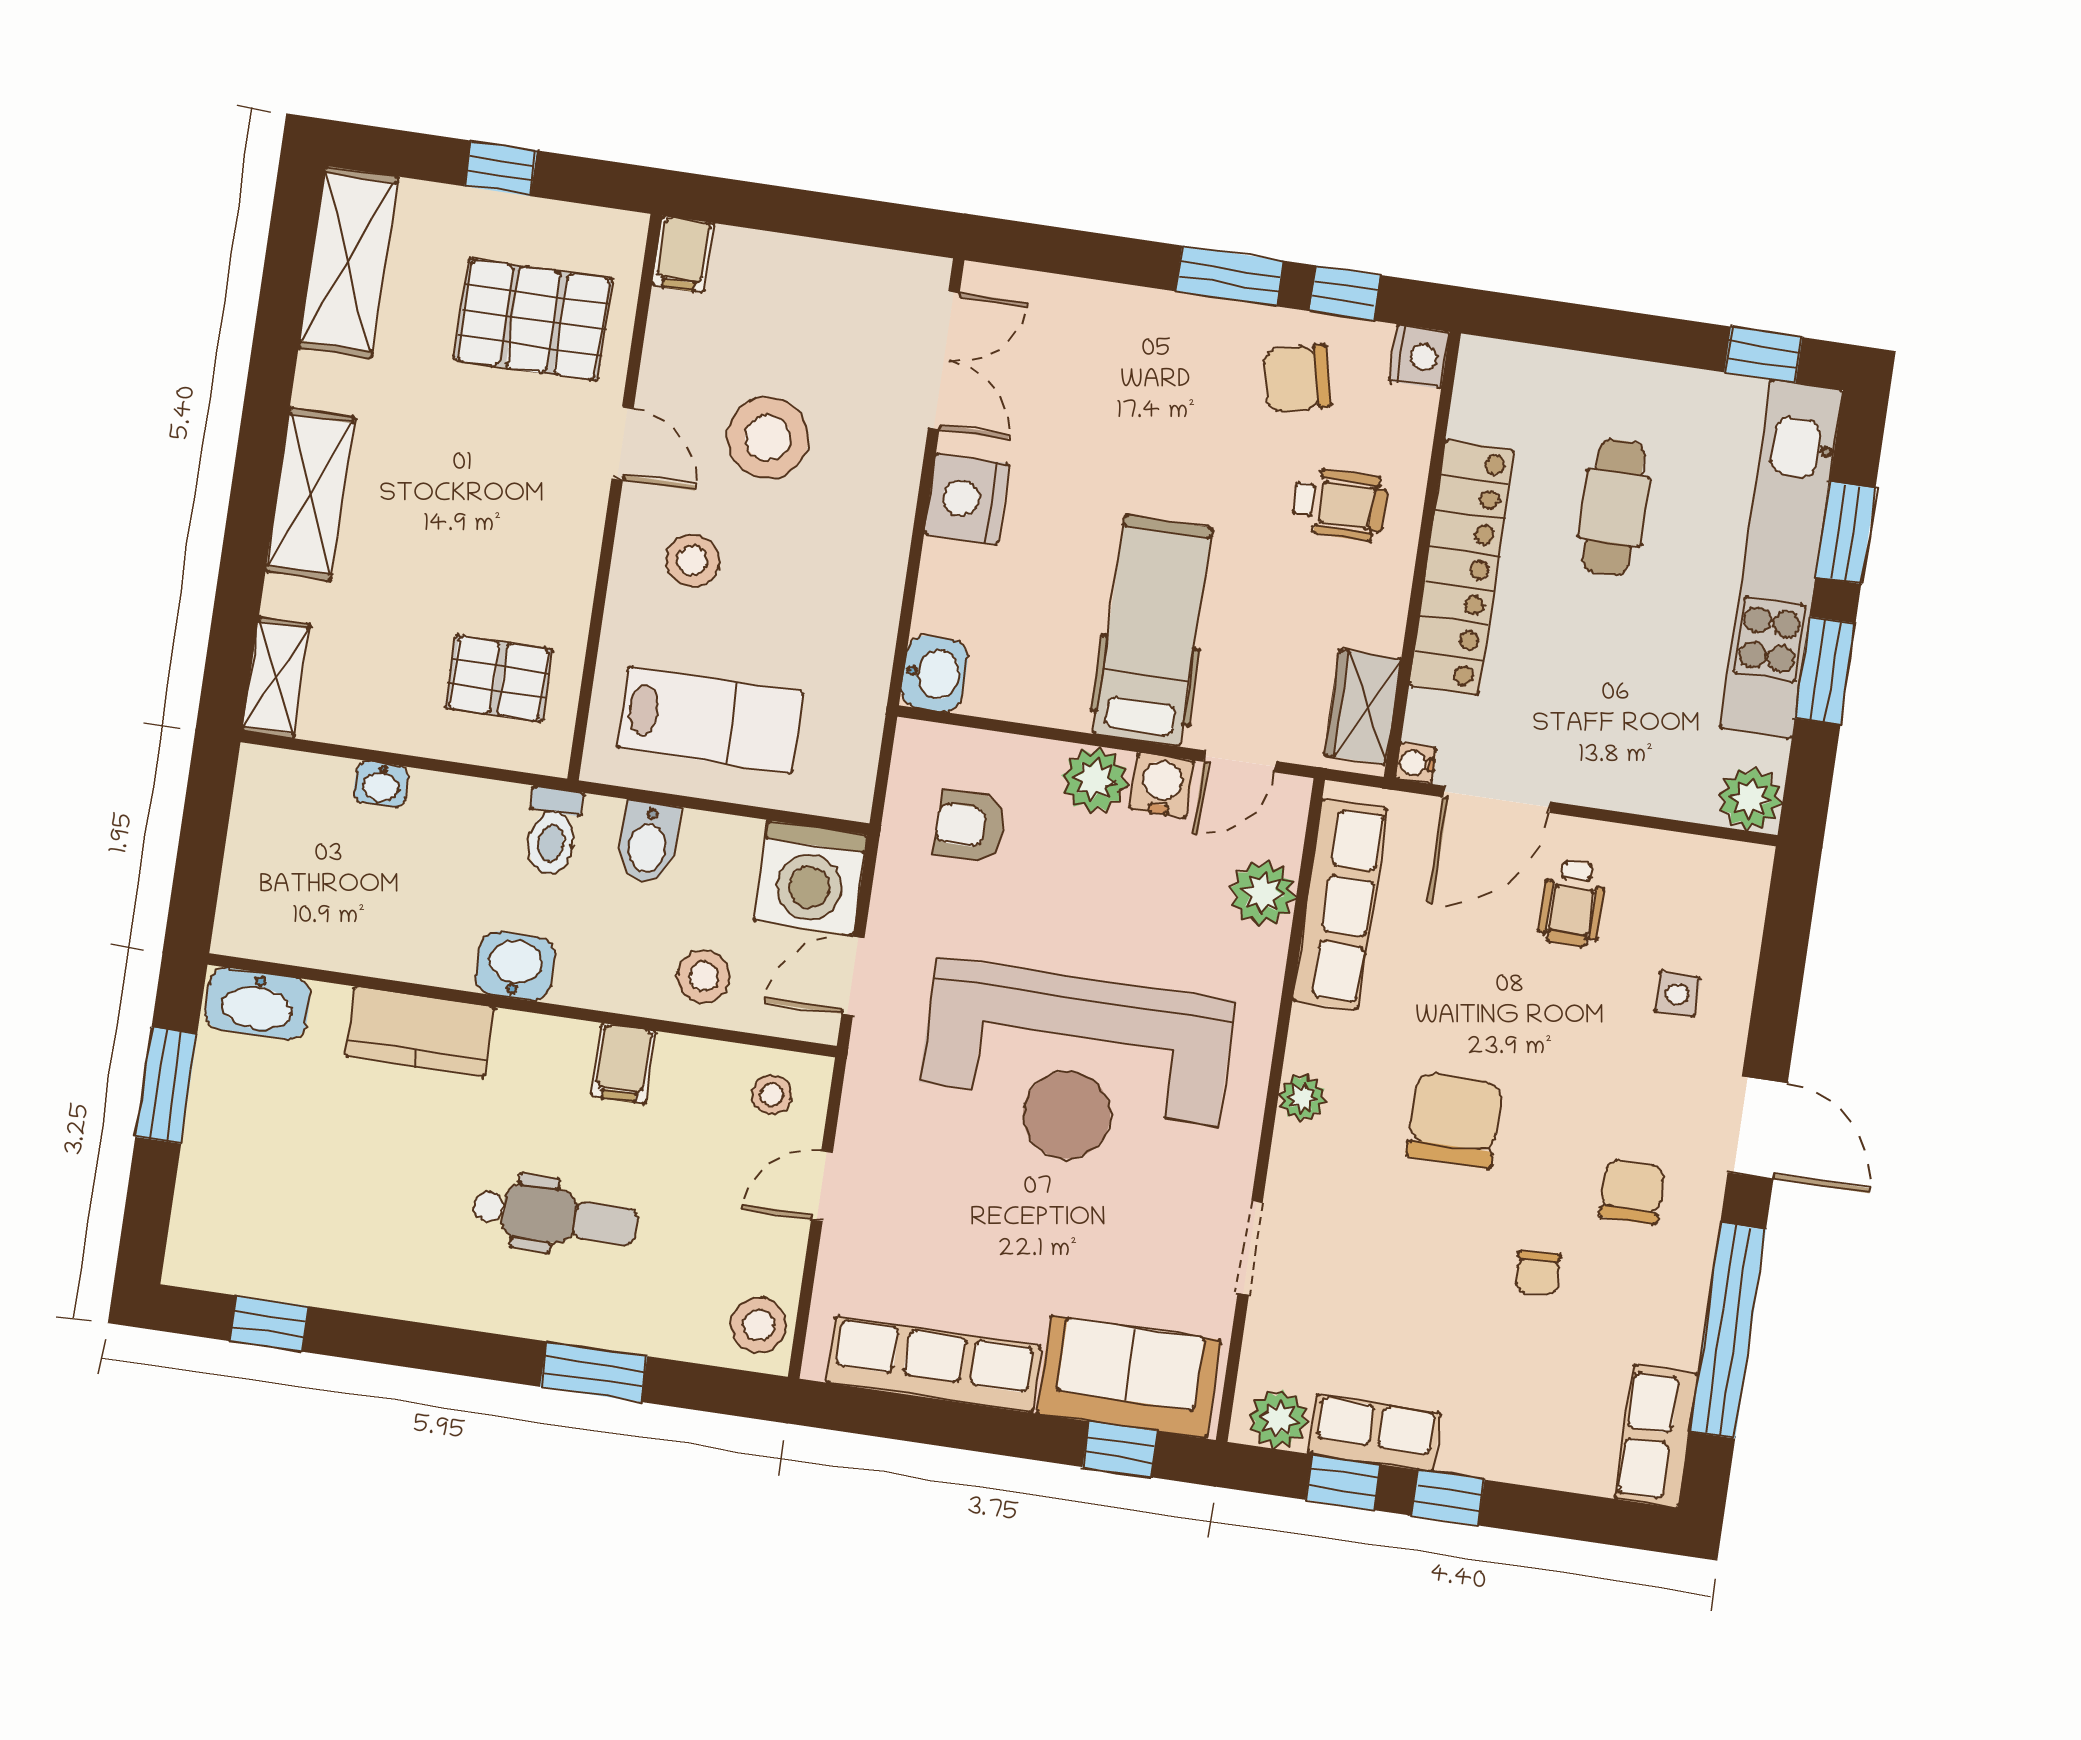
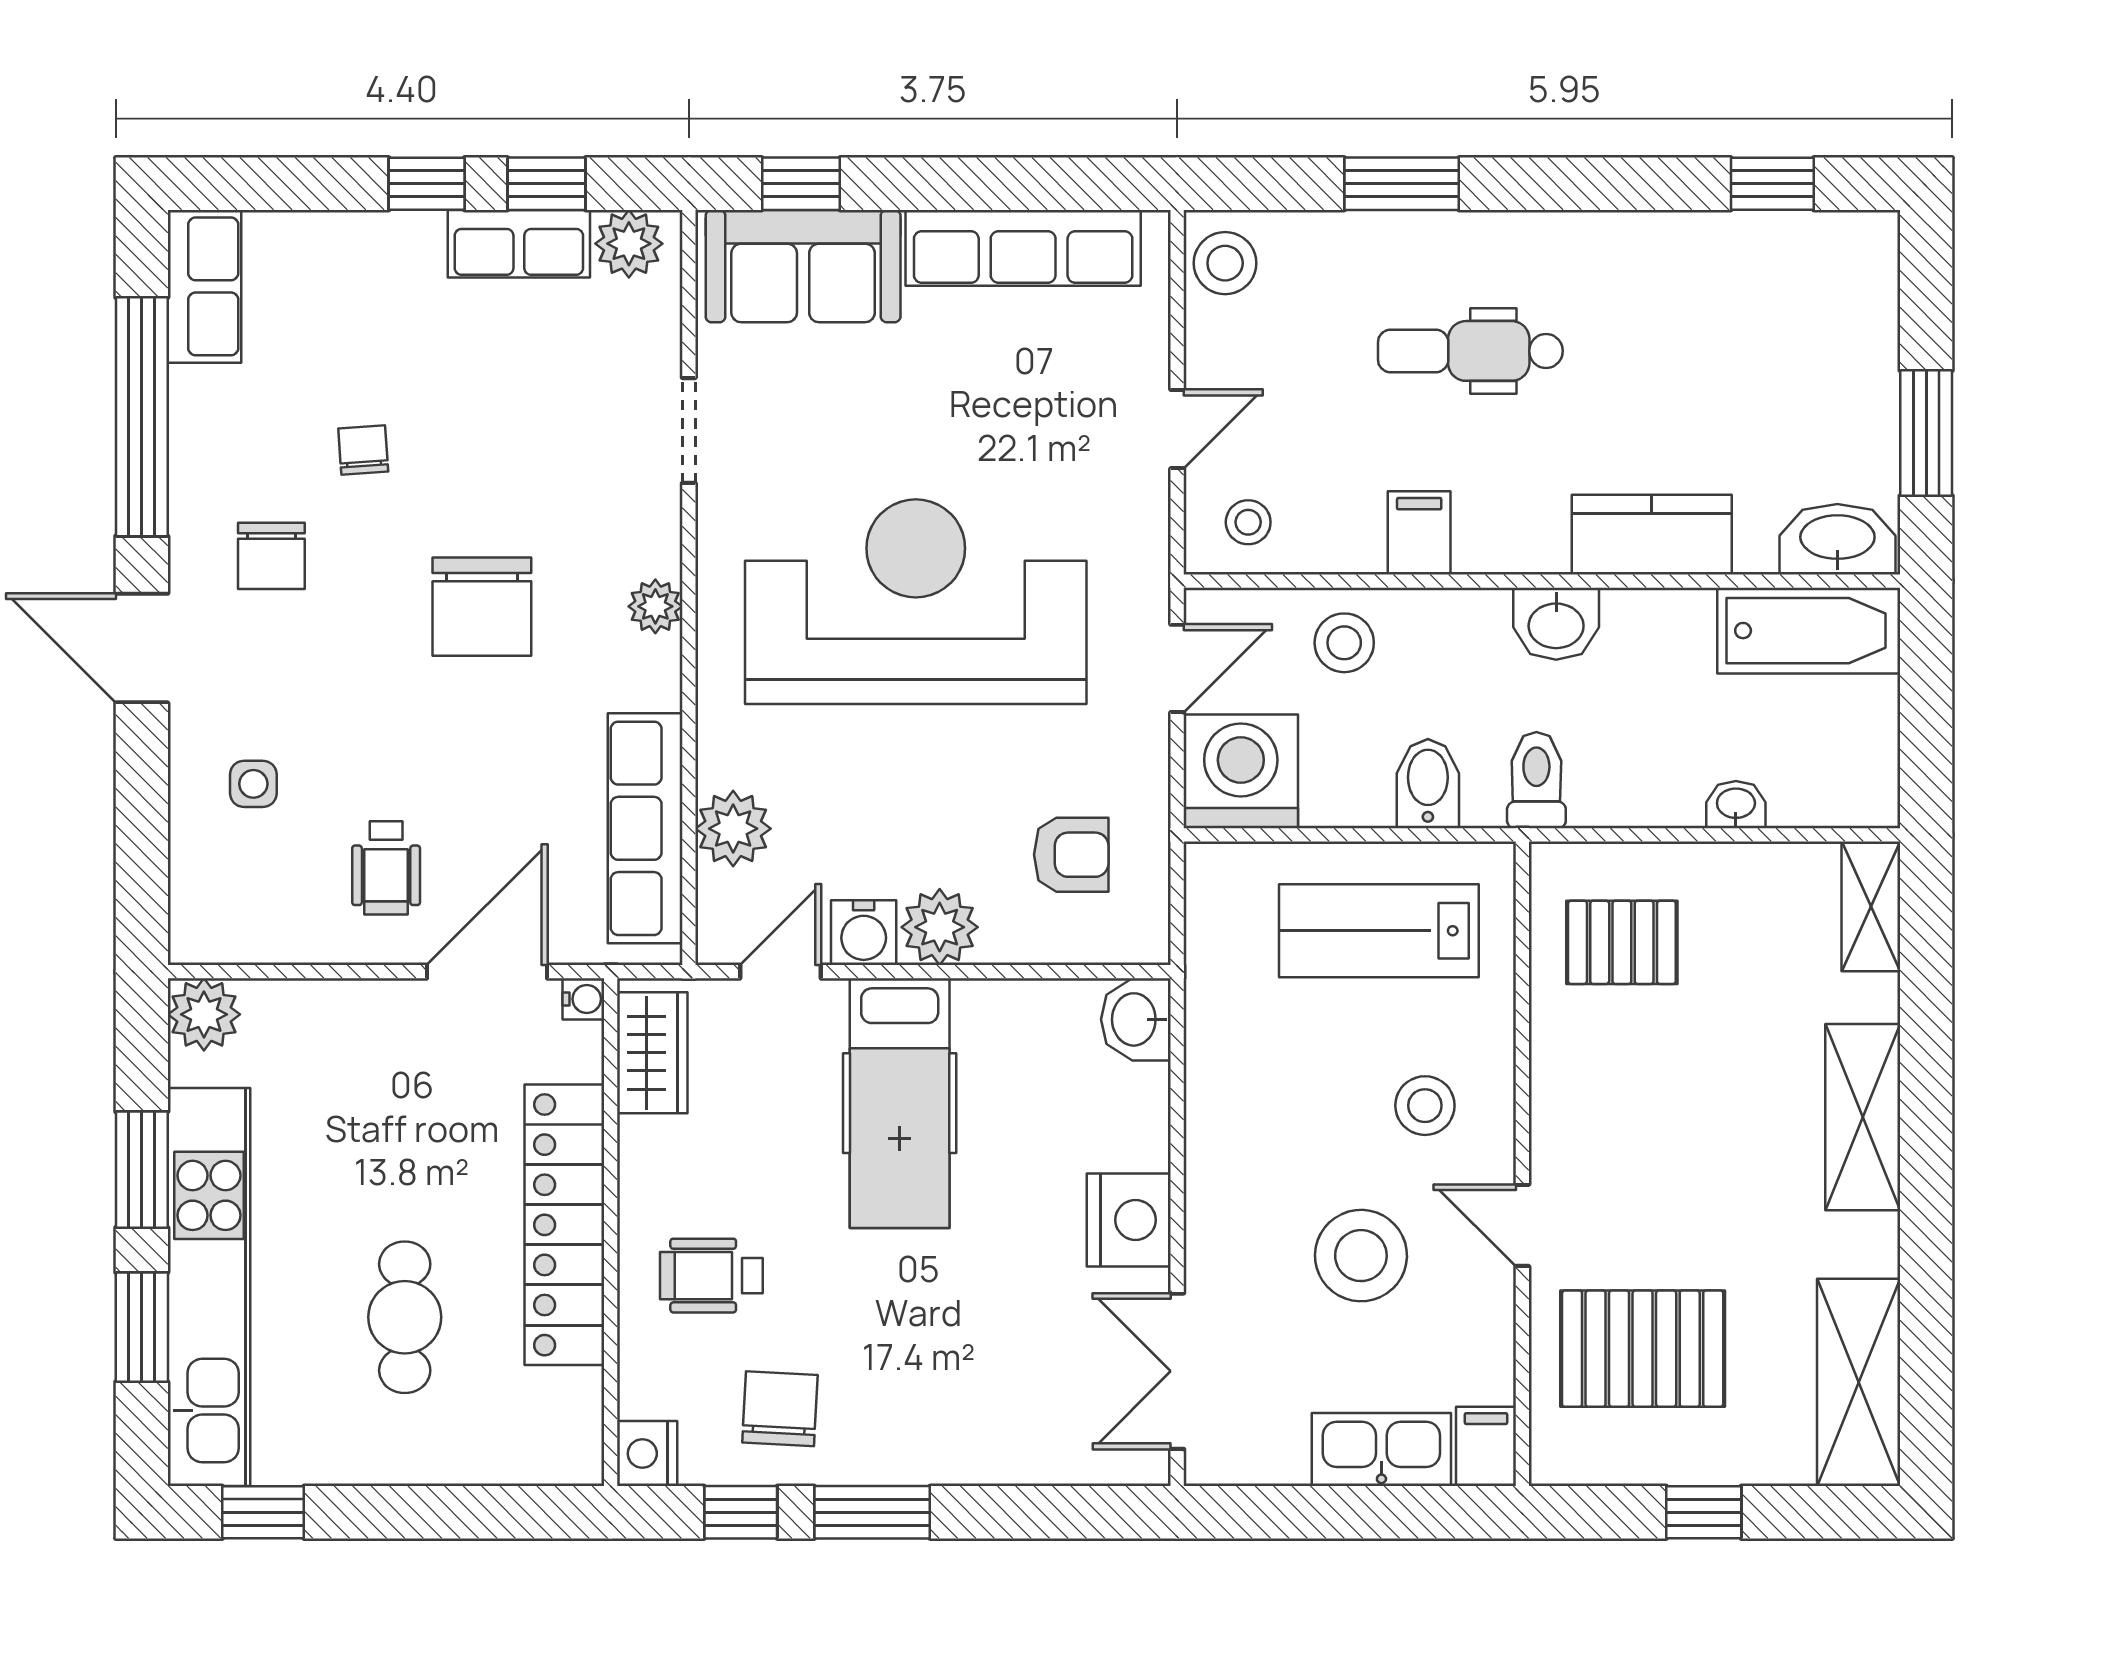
kitchen sink: (775, 265) -> (1381, 1450), added
chair: (1297, 379) -> (780, 1409), turned -73
wheelchair: (1572, 904) -> (386, 868), turned 180
bathtub: (295, 927) -> (1809, 631), added

